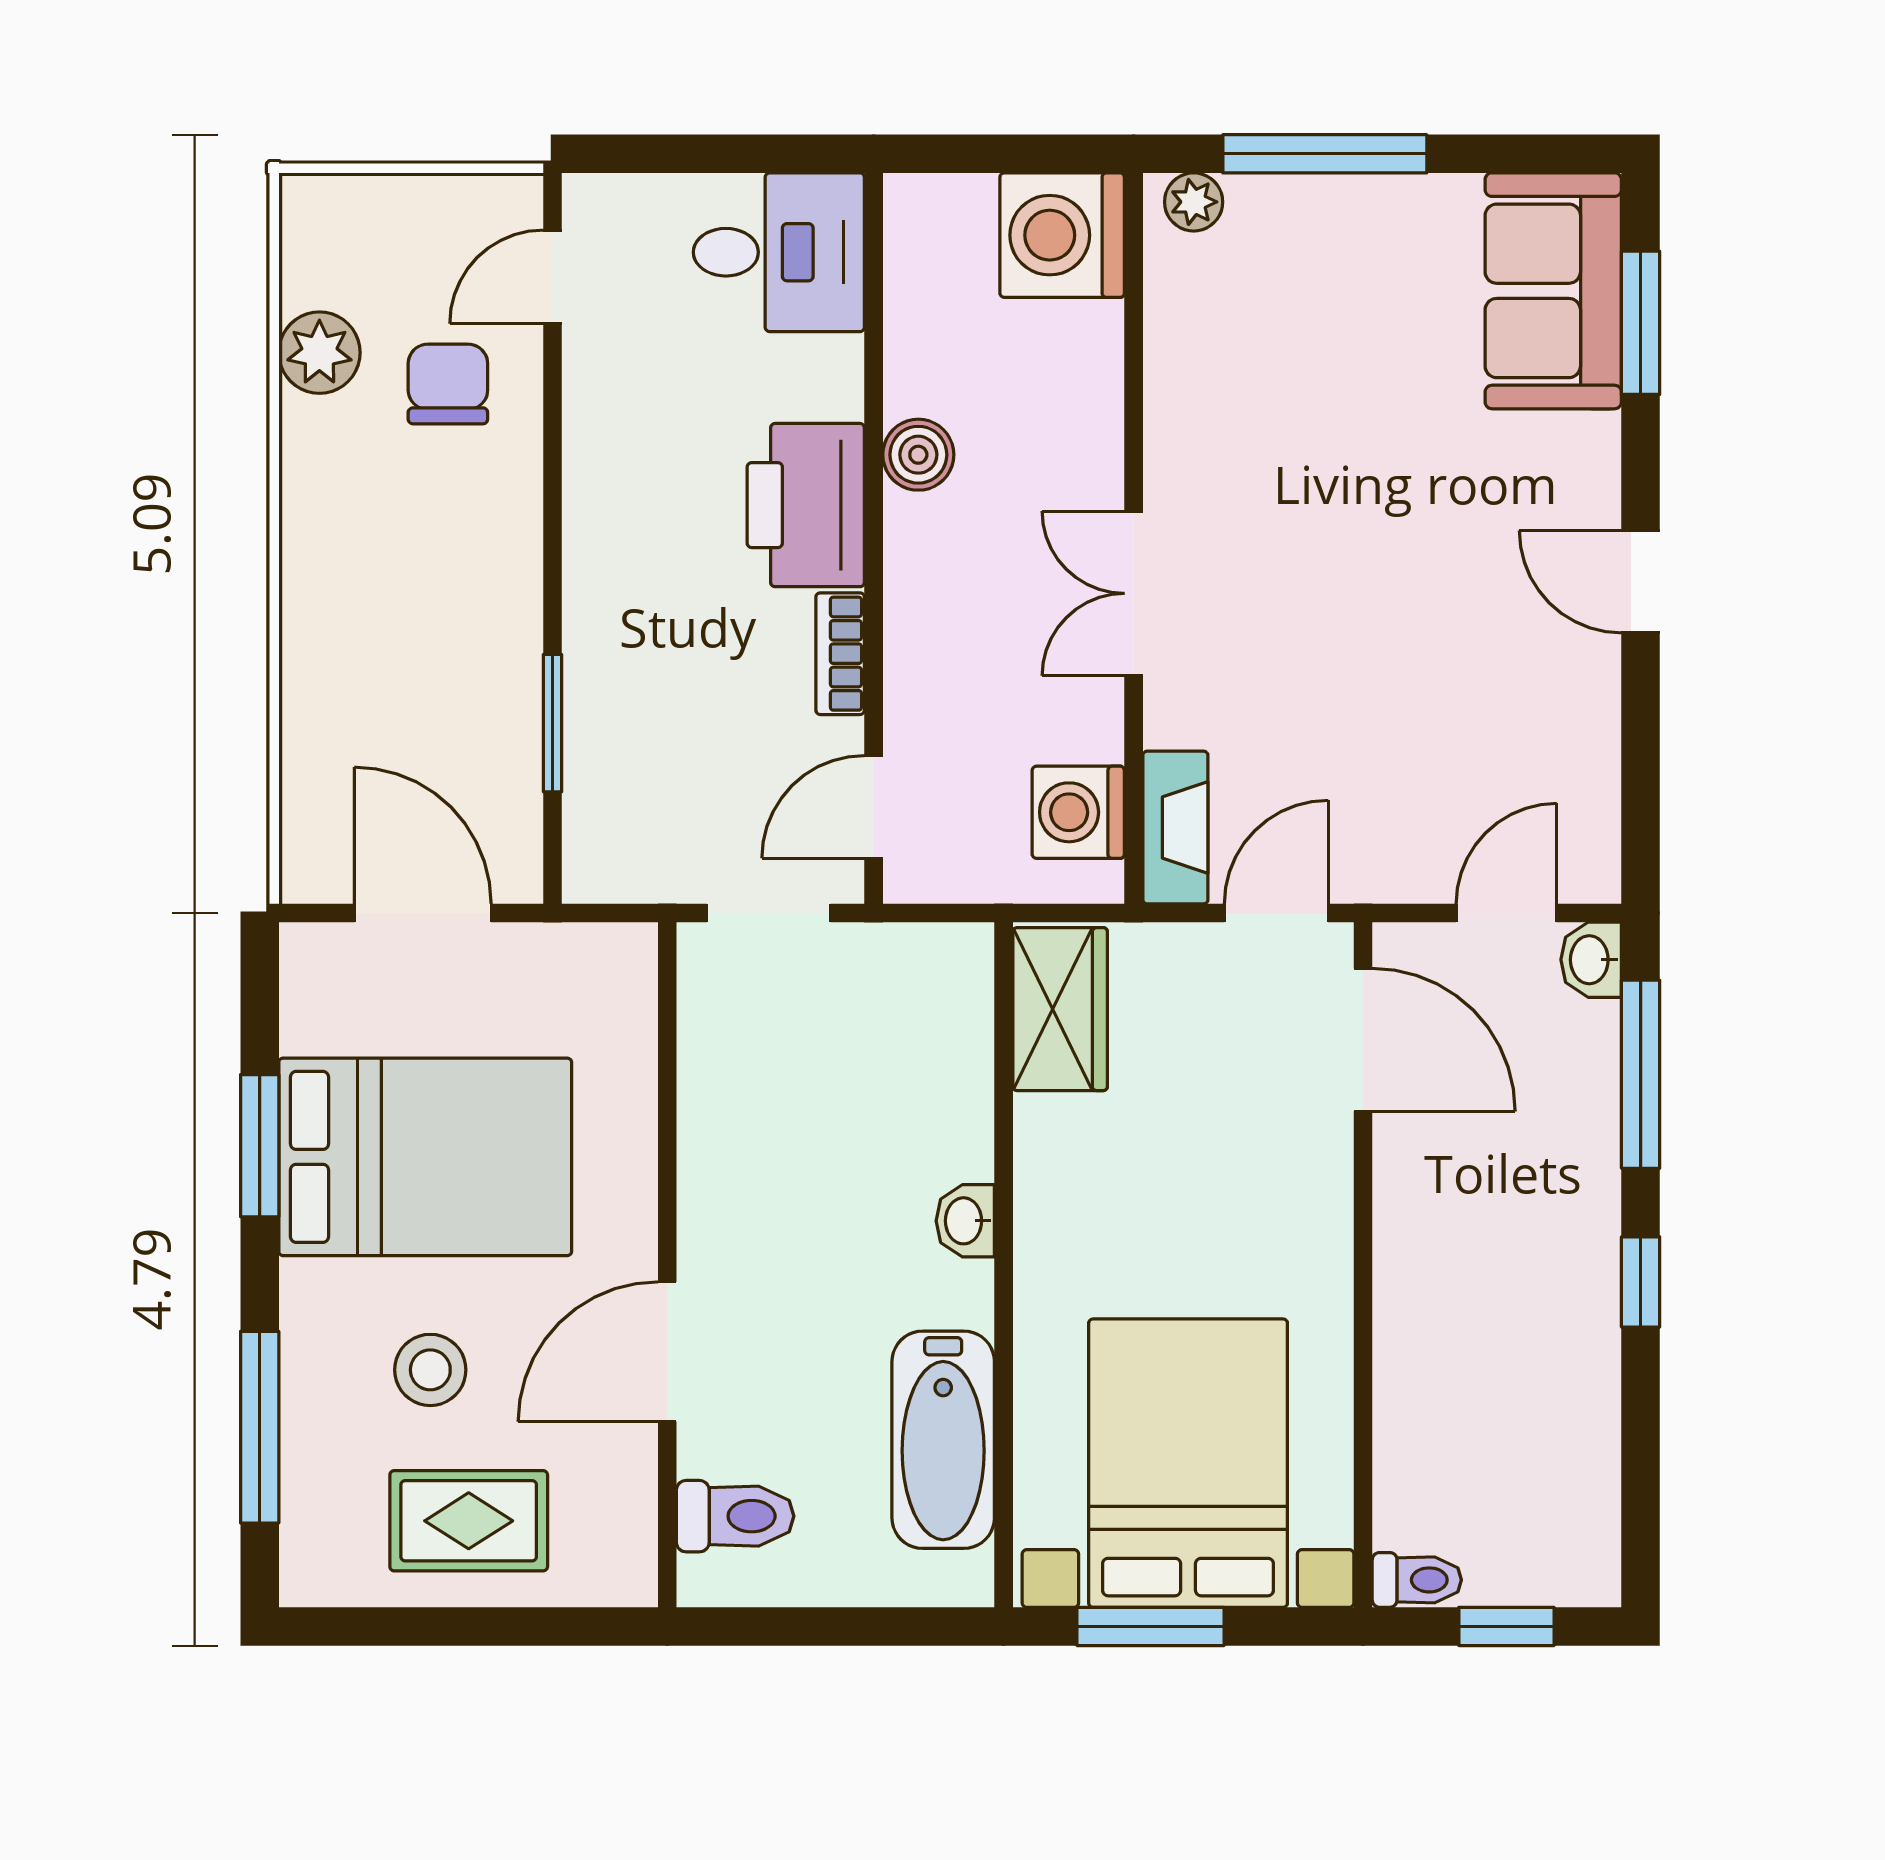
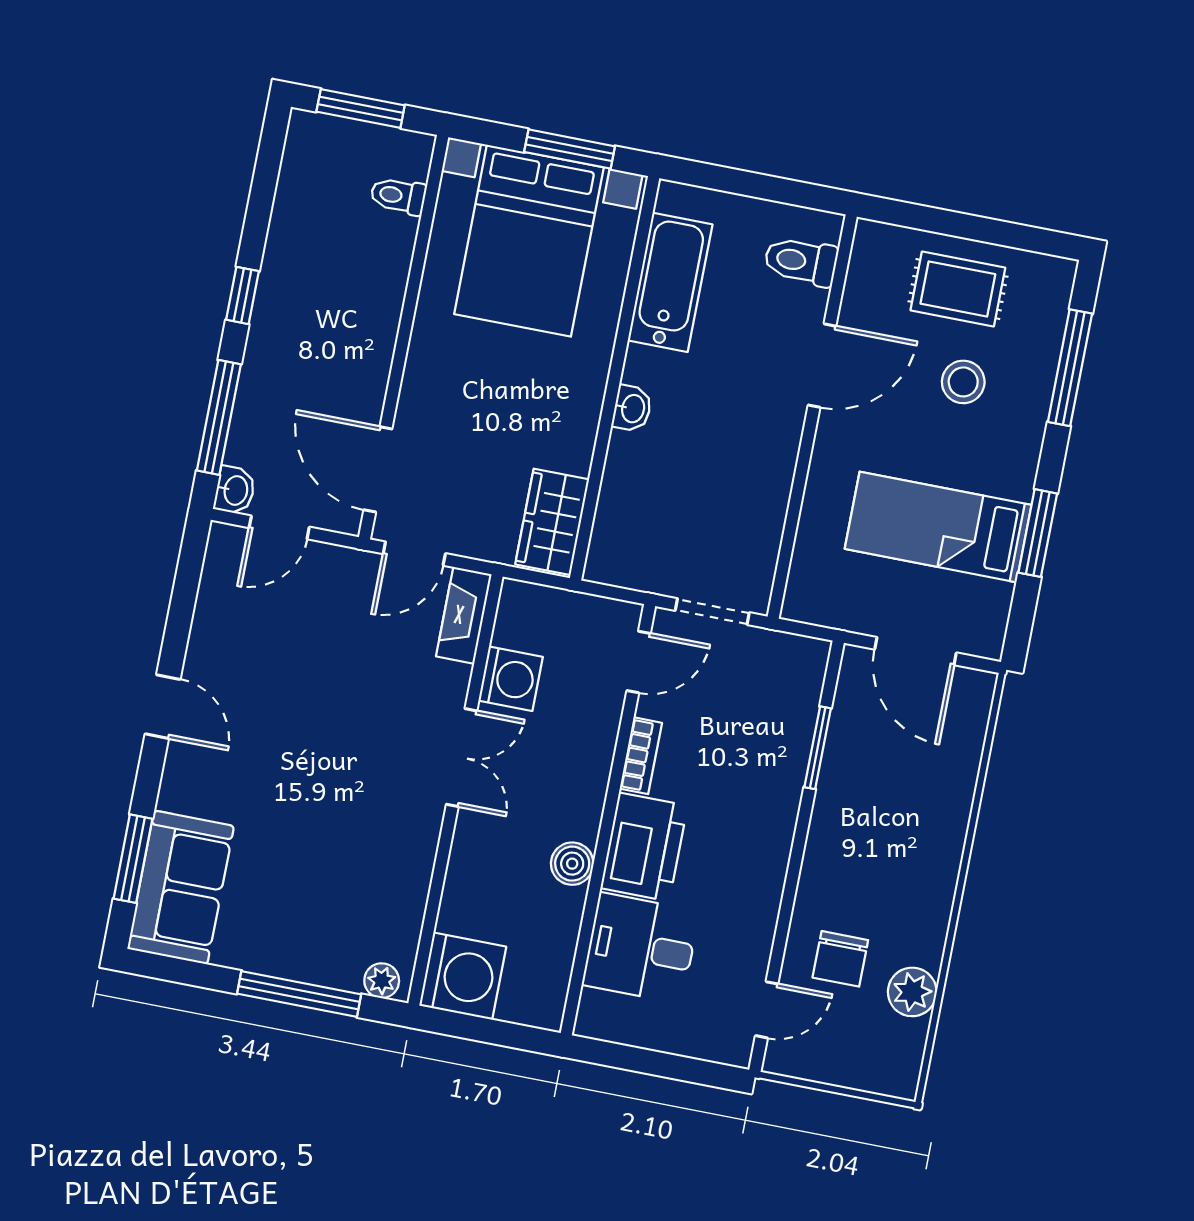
desk: (779, 252) -> (641, 948), moved
washing machine: (1078, 812) -> (511, 679), moved
bed: (425, 1157) -> (938, 527), width x0.67
toilet: (1417, 1580) -> (398, 196), moved
window: (1506, 1626) -> (361, 108), width x1.50

